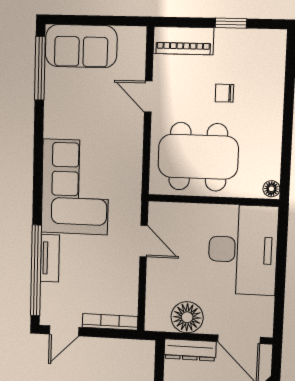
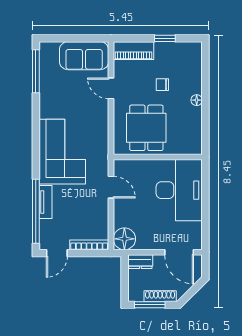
sofa: (81, 46) -> (84, 56), moved
dining table: (198, 157) -> (146, 128), width x0.73
floor lamp: (271, 189) -> (197, 100), moved
floor lamp: (187, 317) -> (124, 239), moved
dresser: (190, 350) -> (140, 262), width x0.70

